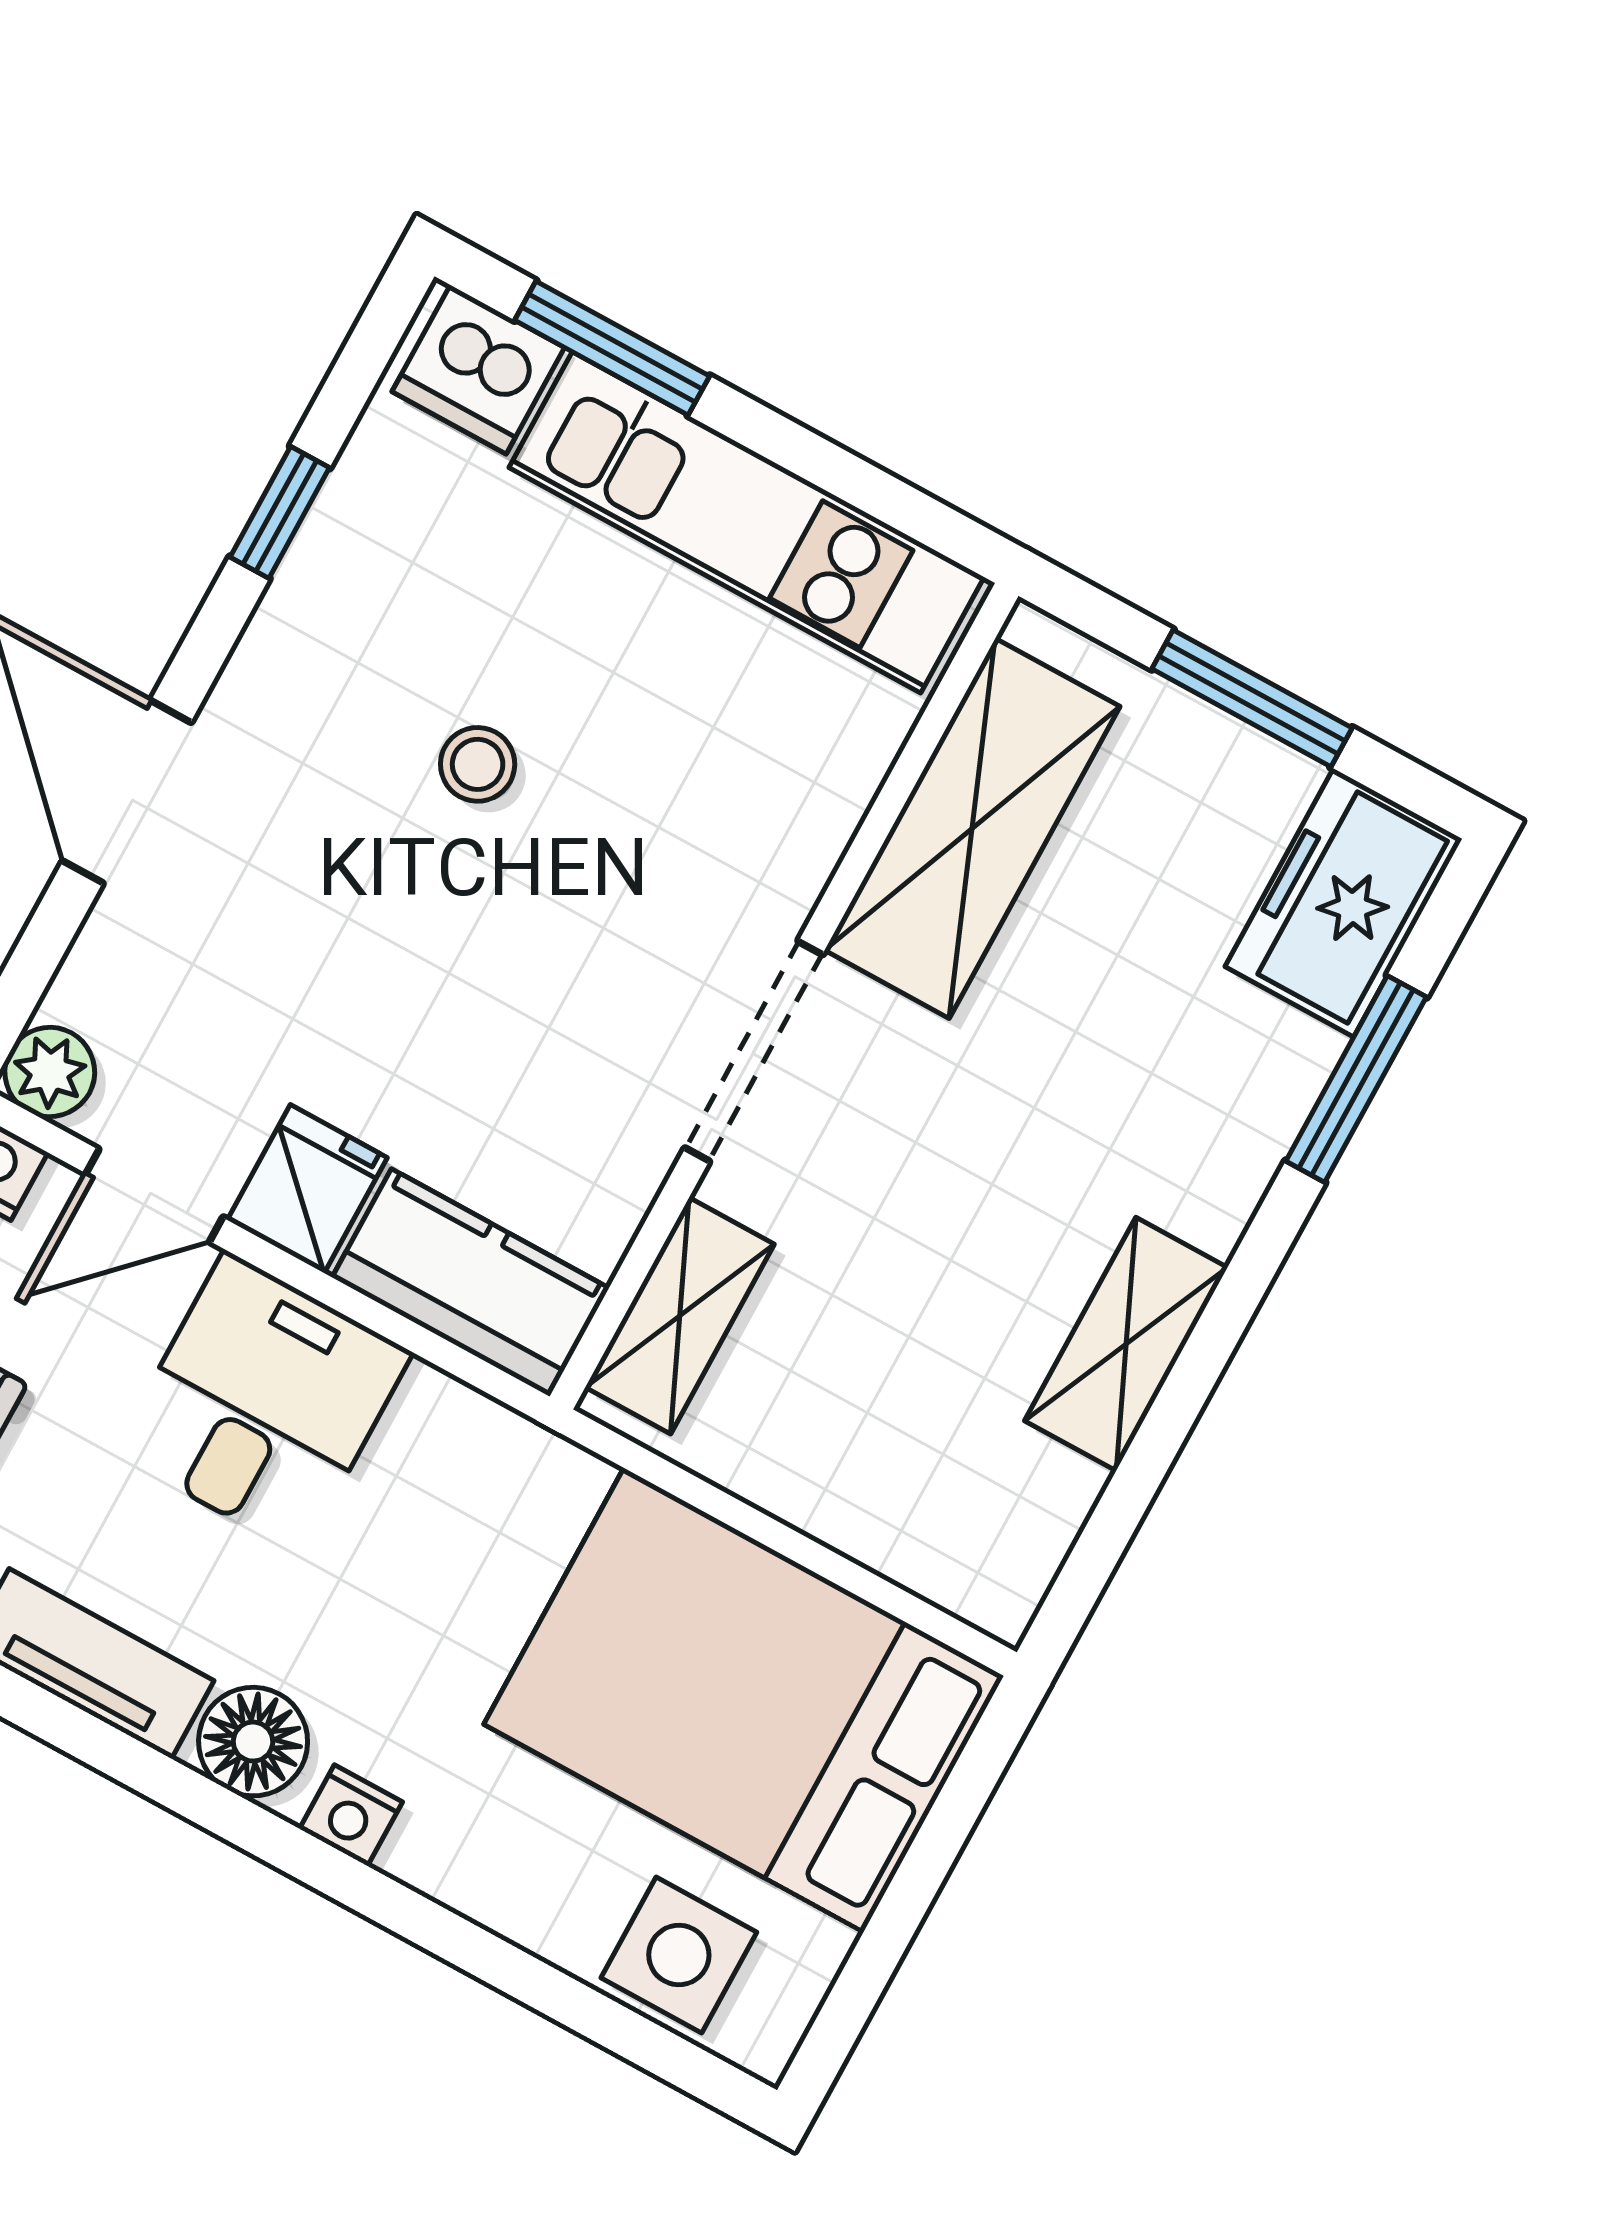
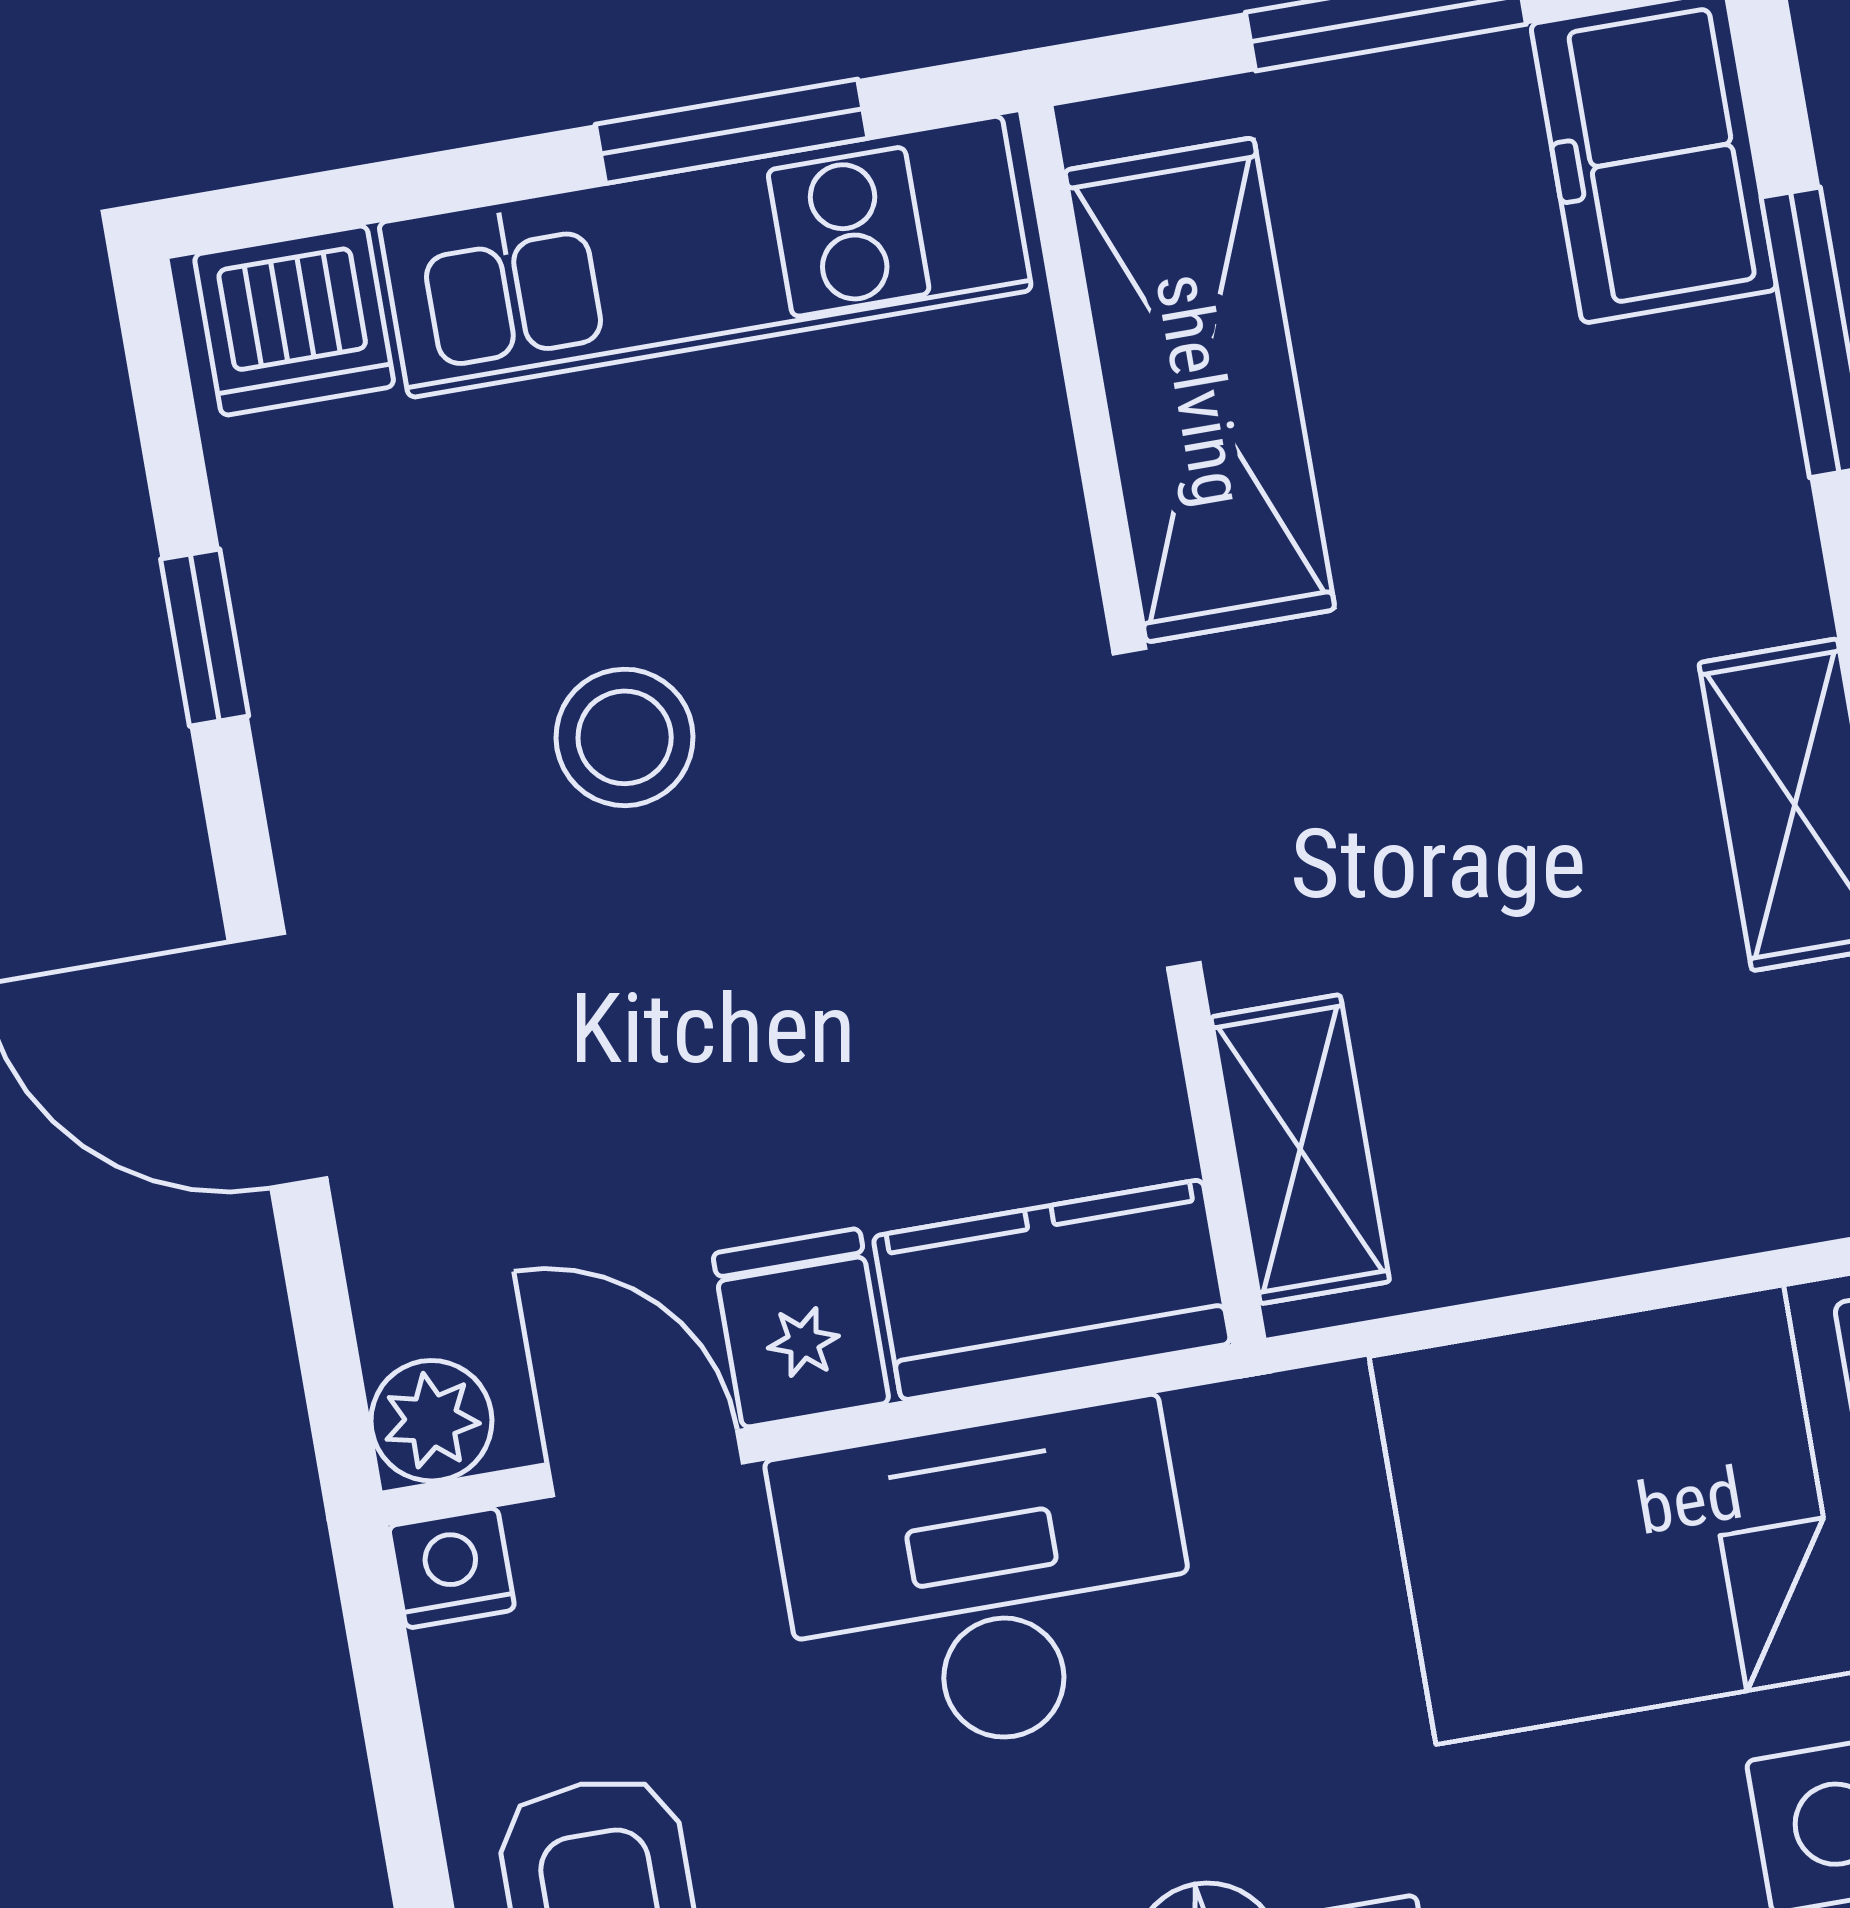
window: (612, 348) -> (732, 131), moved
stool: (478, 764) -> (625, 737), width x1.37, depth x1.37
door: (154, 1195) -> (645, 1463), swing flipped
desk: (263, 1403) -> (987, 1582), width x1.37

